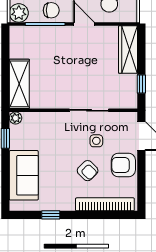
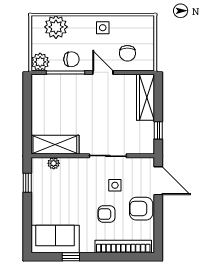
shelving: (19, 84) -> (55, 145), moved, turned 90
plant: (16, 118) -> (54, 163), moved
armchair: (88, 171) -> (107, 214), turned 136
sofa: (24, 175) -> (55, 239), moved, turned -90

